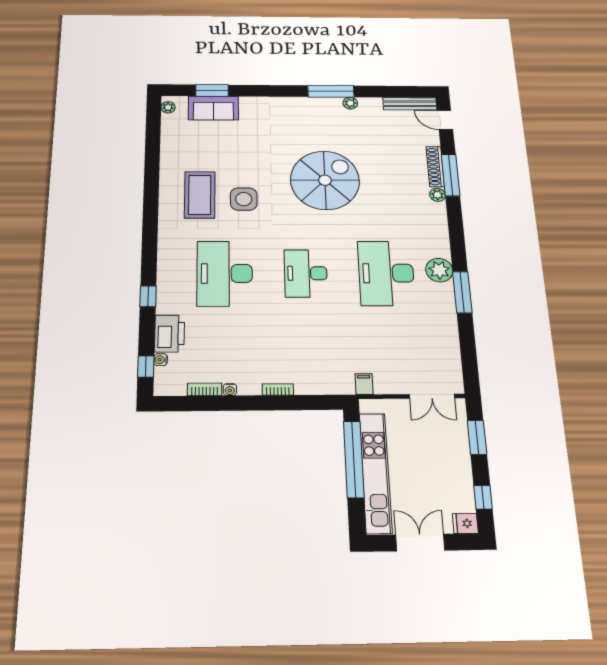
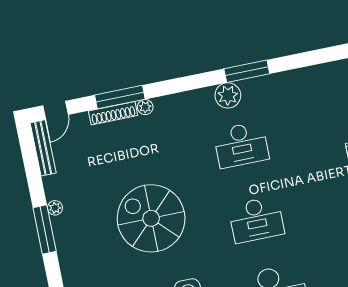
desk: (386, 273) -> (241, 145), width x0.73, depth x0.77

